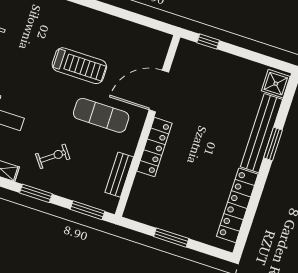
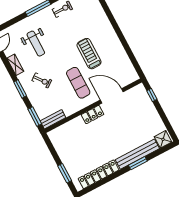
treadmill: (79, 66) -> (89, 54), turned 180
locker: (154, 147) -> (92, 115), width x0.66
bench: (119, 175) -> (53, 119), moved
window: (171, 238) -> (65, 173), moved

